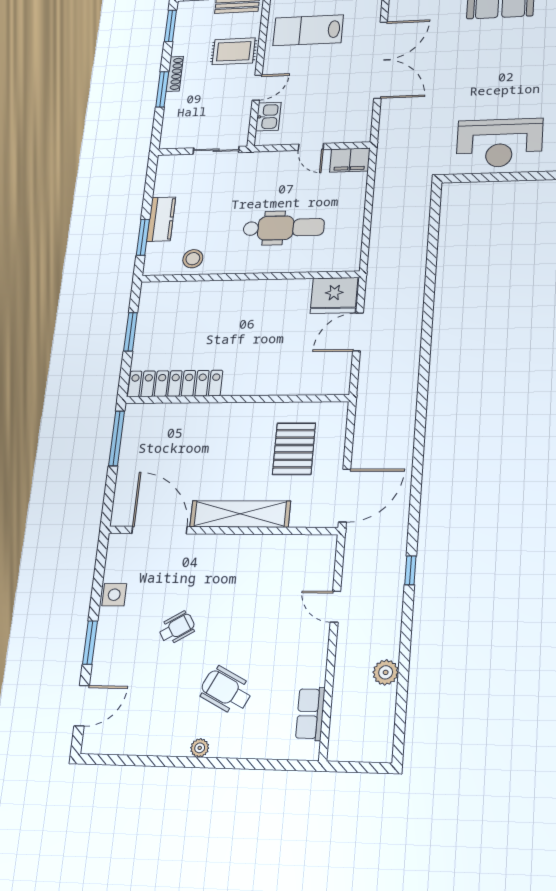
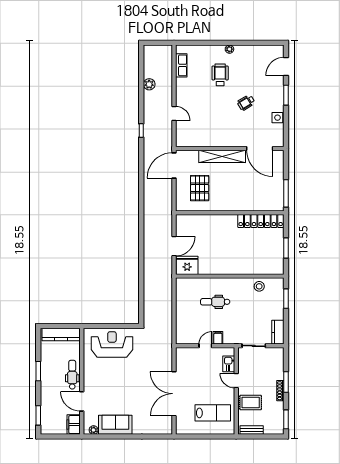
door: (257, 88) -> (236, 381), hinge flipped
door: (311, 147) -> (205, 346), hinge flipped
filing cabinet: (350, 160) -> (218, 338), moved, width x0.50
kitchen counter: (161, 219) -> (278, 332), moved
dental chair: (284, 228) -> (215, 302), width x0.73, depth x0.72
wheelchair: (226, 690) -> (220, 75), turned -117

